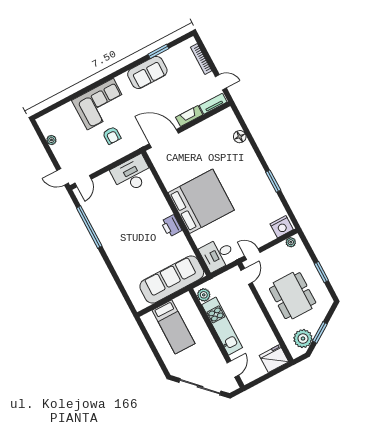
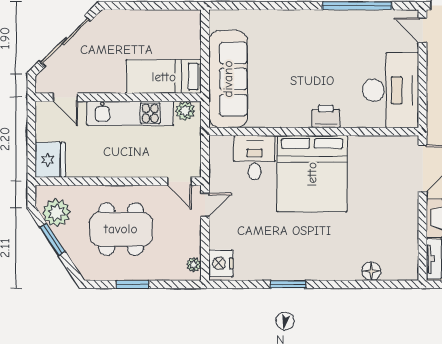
desk: (132, 174) -> (391, 90), width x1.36, depth x1.30
printer: (171, 226) -> (326, 116), moved
desk: (217, 254) -> (255, 158), moved
bed: (173, 327) -> (164, 77), moved

